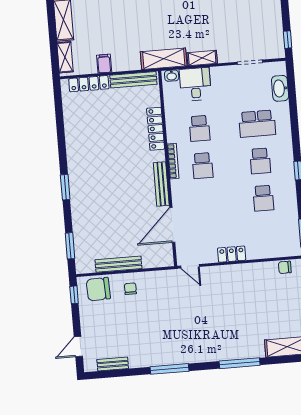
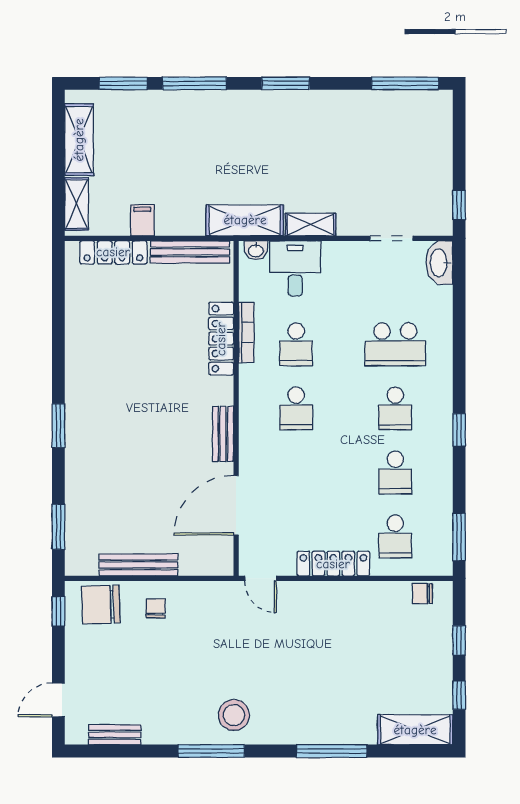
washbasin: (280, 88) -> (439, 263), moved
bookcase: (173, 161) -> (246, 333), moved
bench: (161, 184) -> (223, 434), width x0.73
school desk: (266, 235) -> (395, 537), added
locker: (232, 254) -> (333, 564), width x1.53
stool: (181, 347) -> (234, 715), added

